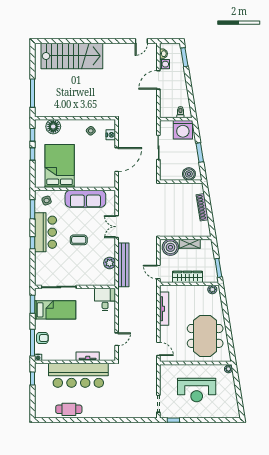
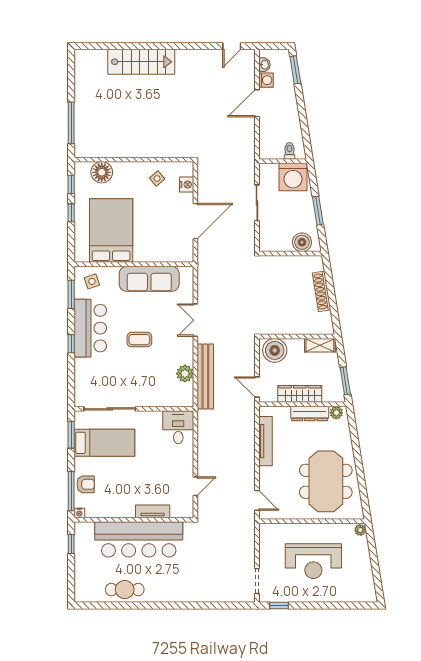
stairs: (72, 56) -> (141, 62), width x0.73, depth x0.66
shelving: (190, 244) -> (320, 345), moved
dresser: (194, 290) -> (310, 414), added

